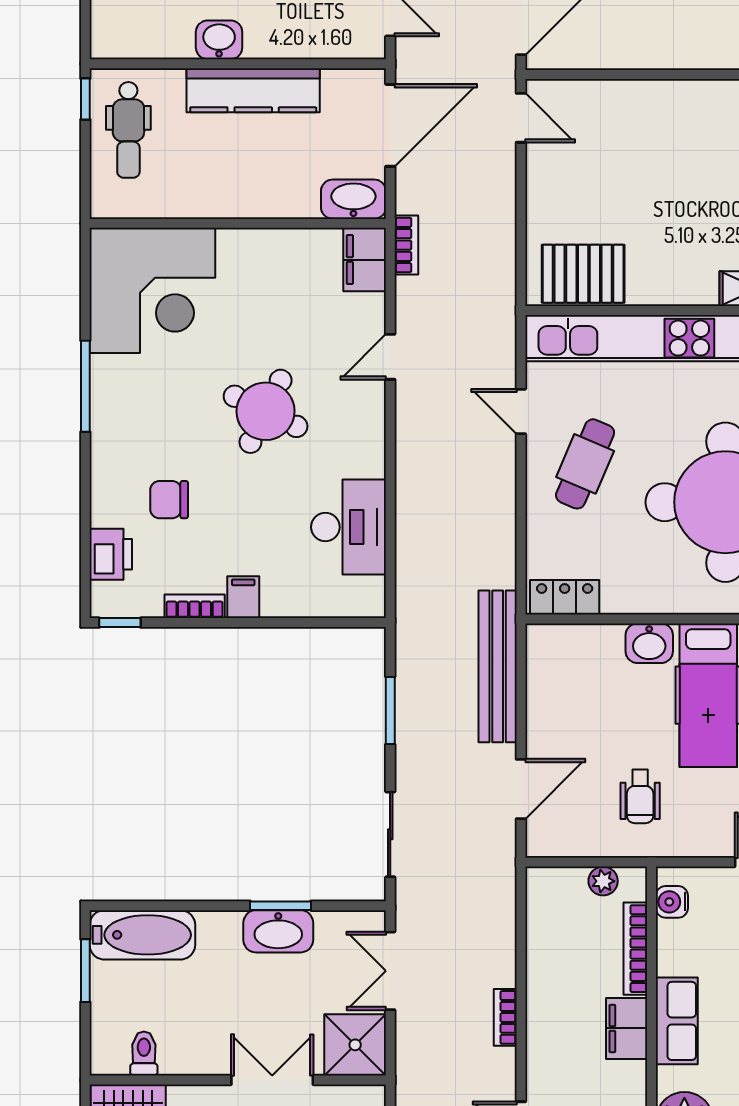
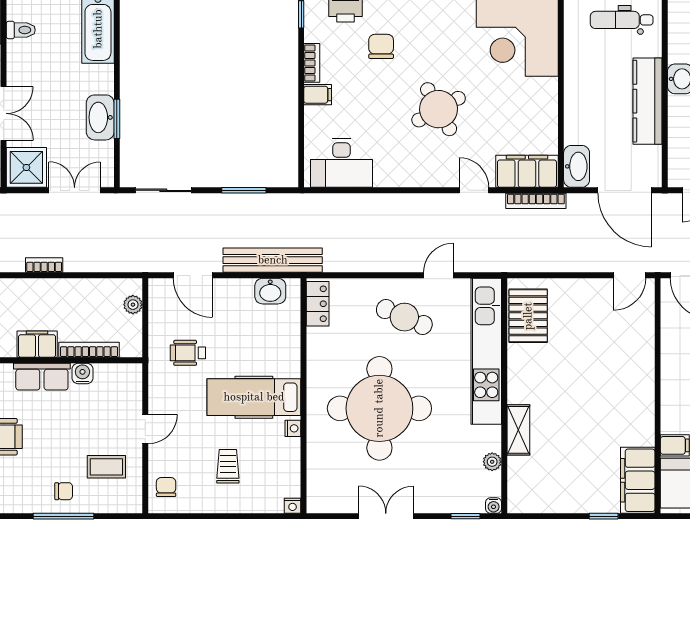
bookcase: (406, 245) -> (536, 201), width x1.56
filing cabinet: (365, 260) -> (527, 171), width x1.50, depth x1.17
round table: (266, 411) -> (439, 109), turned 35
desk: (349, 527) -> (341, 163), moved
washbasin: (649, 643) -> (270, 291), moved, turned -90
plant: (603, 881) -> (133, 305), moved
water cooler: (672, 902) -> (82, 373), moved

